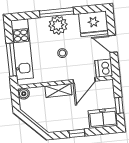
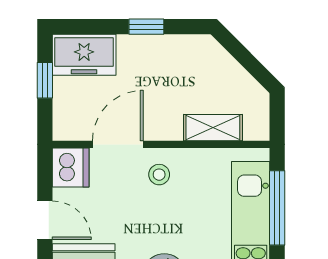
stool: (62, 53) -> (159, 175), moved
shelving: (58, 90) -> (213, 128), moved
boiler: (24, 94) -> (257, 128), removed

